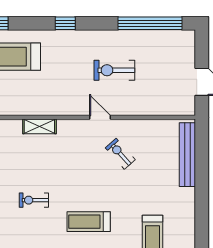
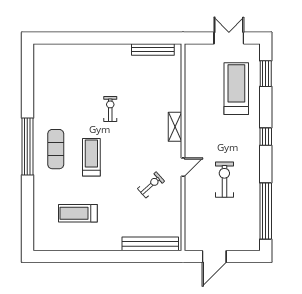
shelving: (39, 126) -> (175, 127), moved

